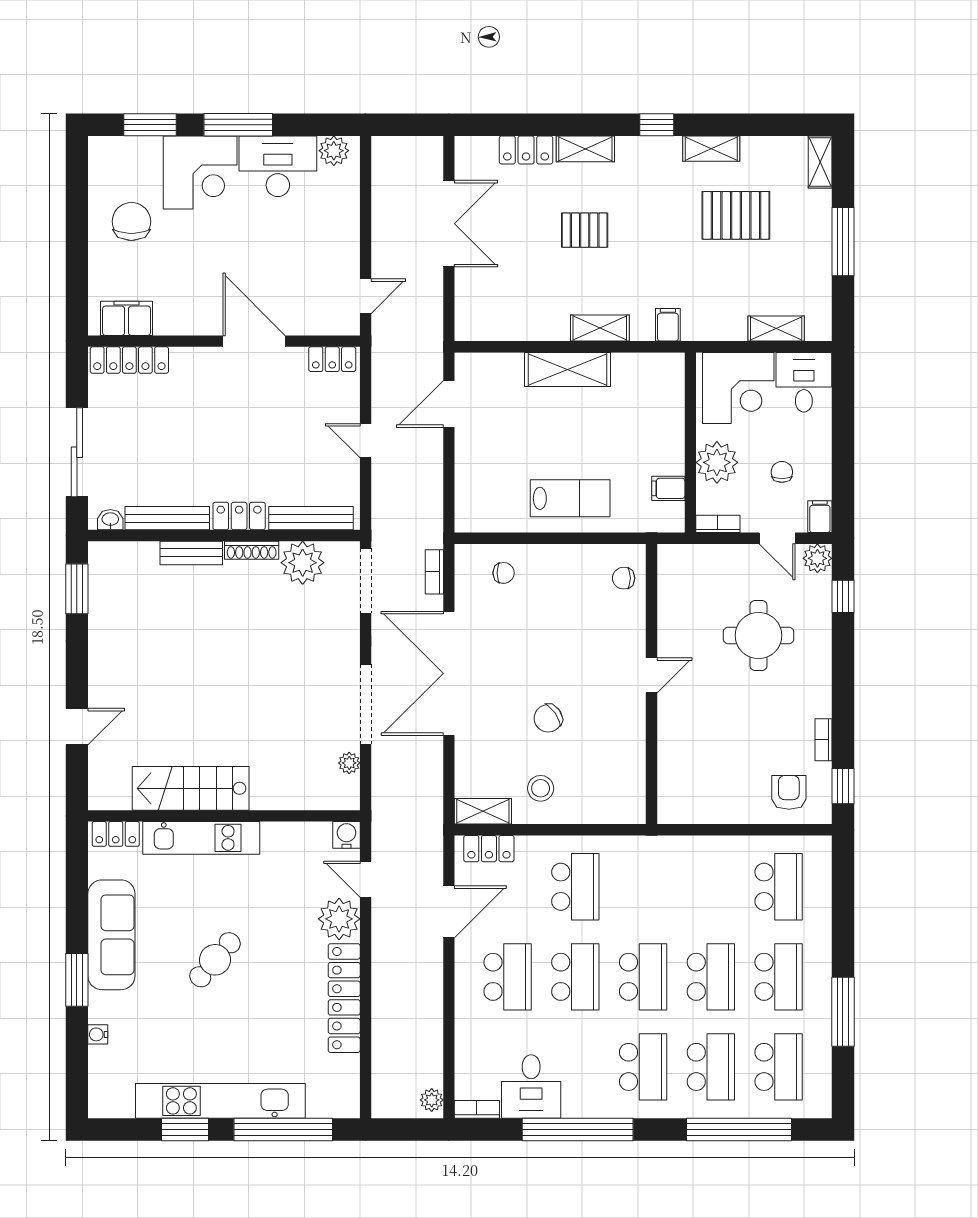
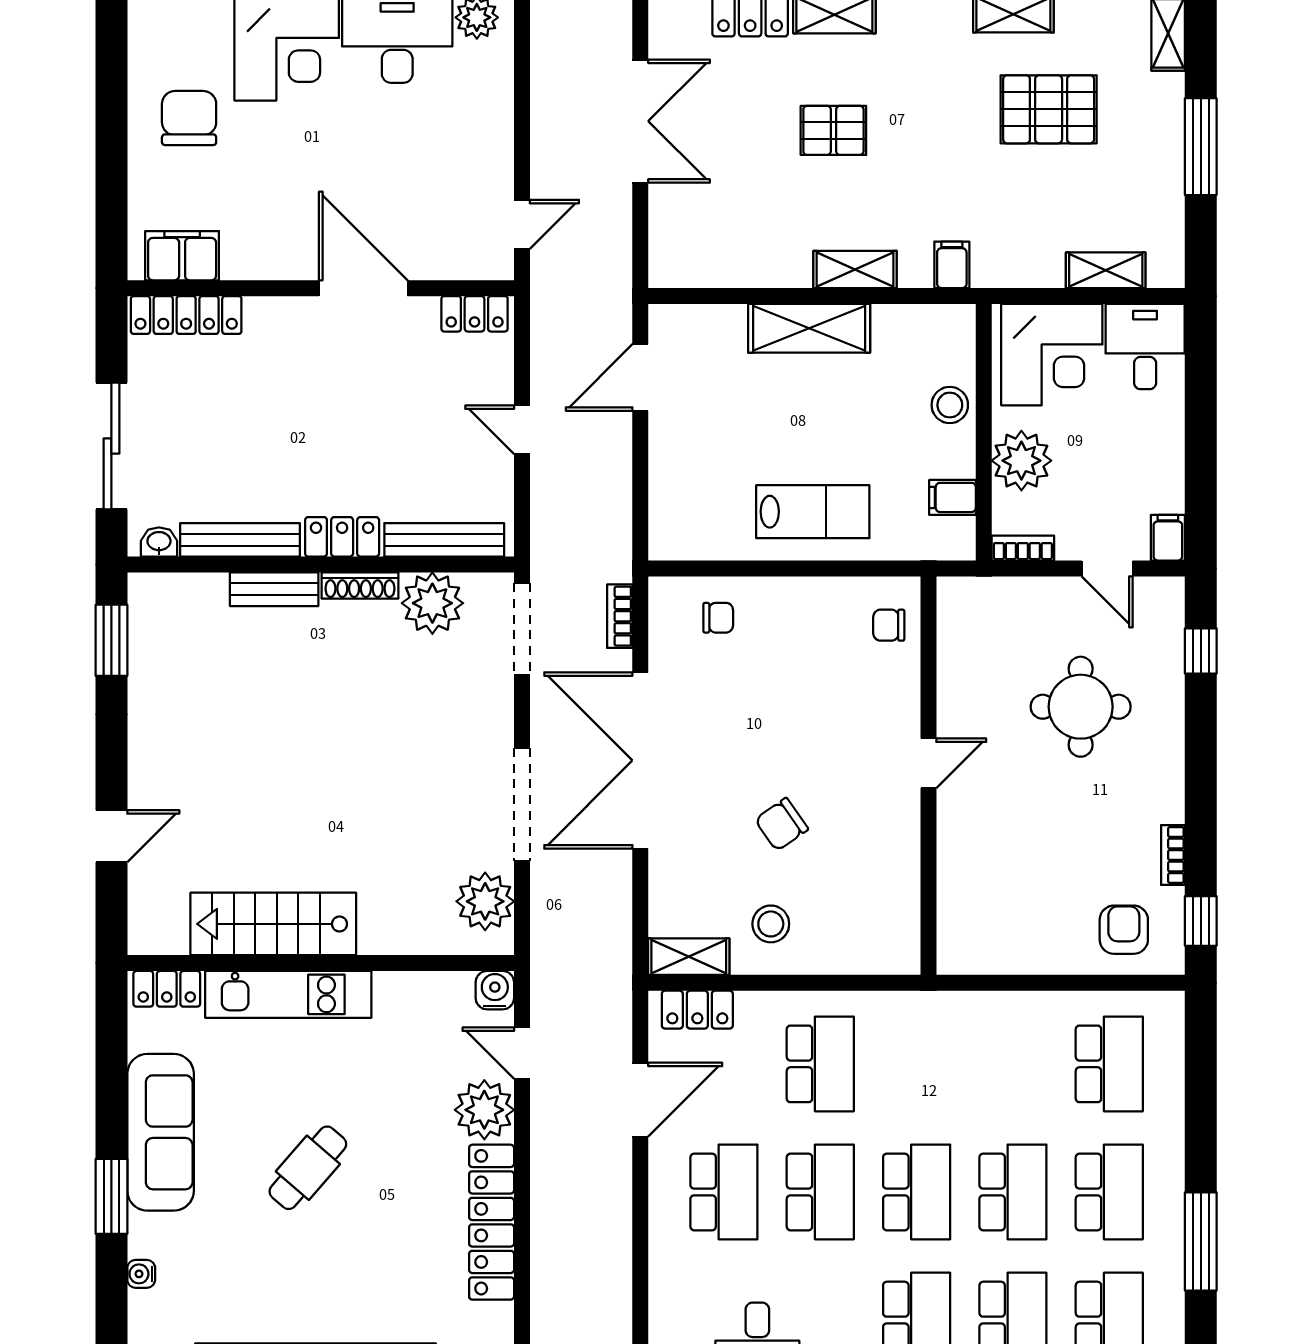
stool: (666, 423) -> (950, 405), added
chair: (782, 472) -> (1114, 474), removed
plant: (817, 558) -> (1164, 597), removed
plant: (349, 763) -> (485, 901), width x1.87, depth x1.87

